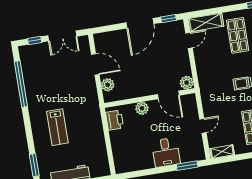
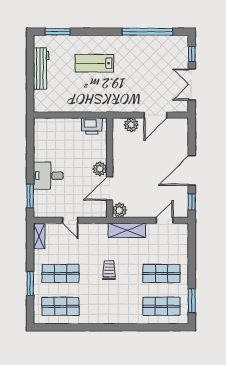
shelving: (206, 22) -> (127, 230), moved, turned 90
door: (140, 23) -> (192, 170), hinge flipped
door: (189, 40) -> (165, 220), swing flipped
plant: (142, 108) -> (100, 169), moved

